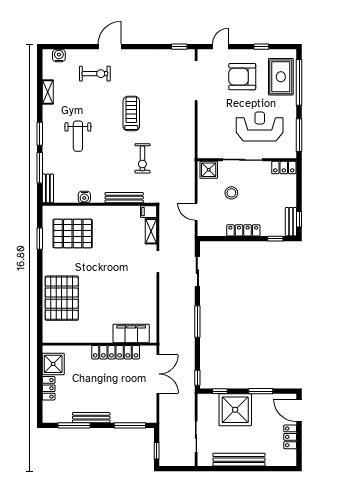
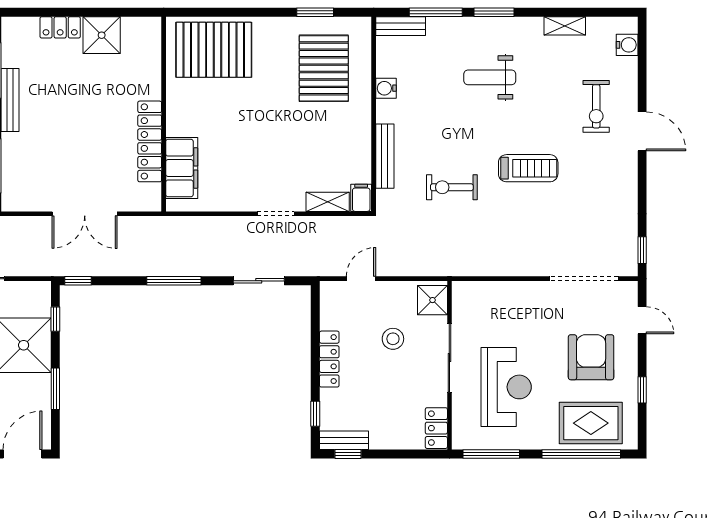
filing cabinet: (131, 333) -> (182, 168), moved
wall: (99, 344) -> (164, 114), moved
locker: (116, 352) -> (150, 141), moved

